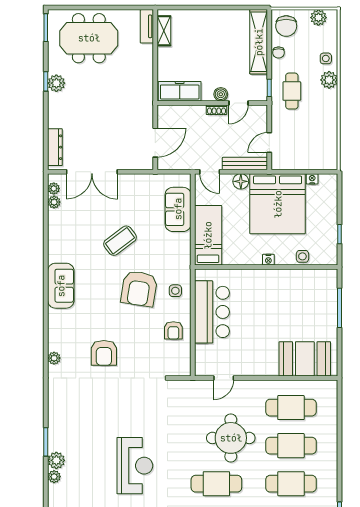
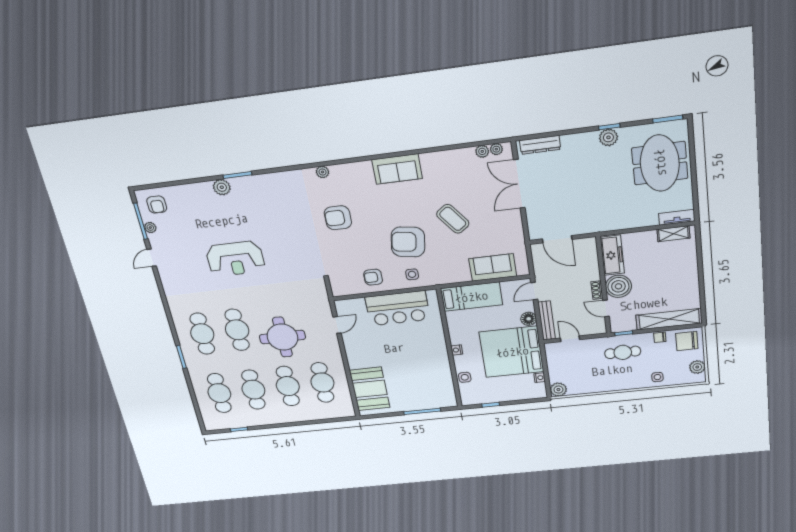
plant: (329, 80) -> (558, 390), moved
boiler: (221, 94) -> (618, 286), width x1.86, depth x1.86
door: (224, 378) -> (337, 325), swing flipped
plant: (54, 477) -> (205, 187), removed

